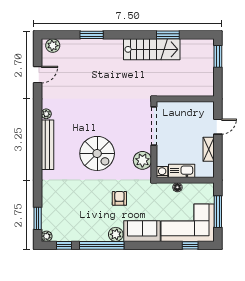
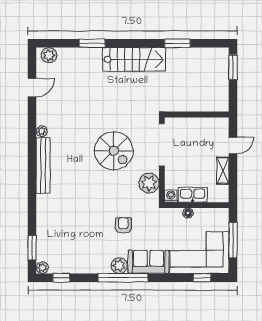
stairs: (152, 49) -> (134, 59), moved
spiral stairs: (97, 153) -> (114, 151), moved
window: (102, 245) -> (123, 278), moved

